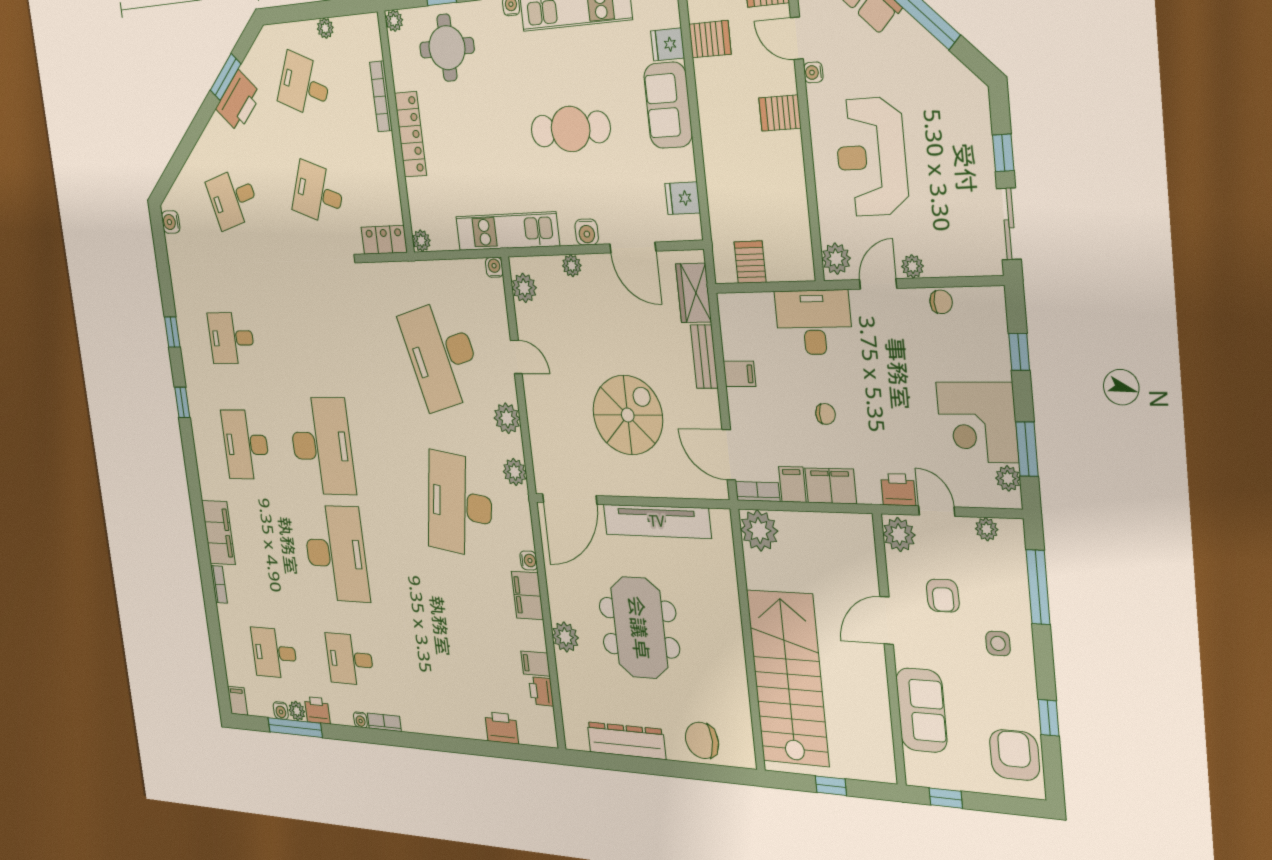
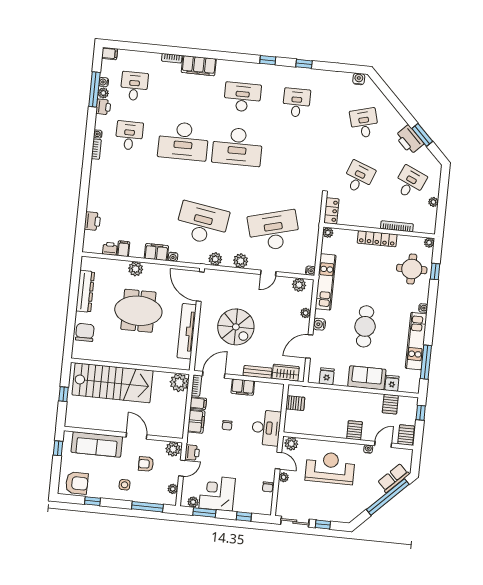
filing cabinet: (739, 374) -> (243, 387), width x2.00
sofa: (921, 710) -> (97, 444), width x1.36

